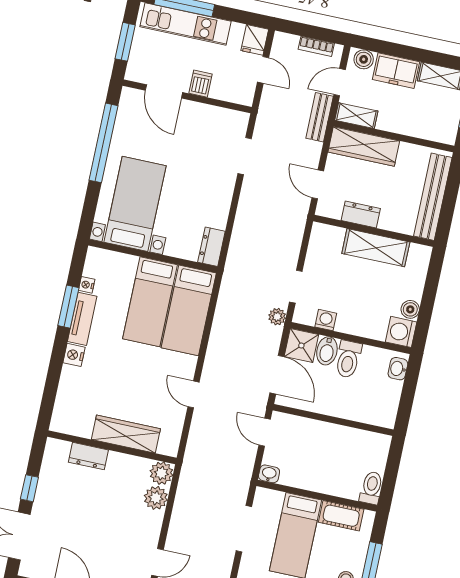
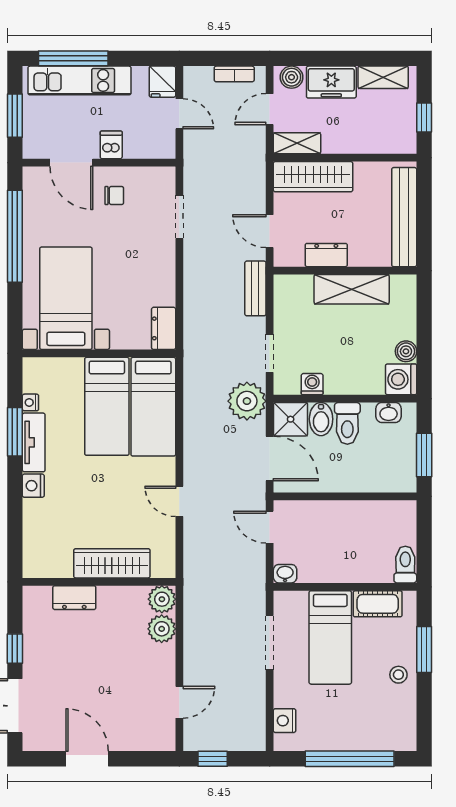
bench: (320, 117) -> (255, 288), moved
chair: (194, 127) -> (114, 196), added
plant: (277, 317) -> (247, 401), width x1.88, depth x1.88
washbasin: (398, 369) -> (389, 412), moved, turned -90
window: (407, 399) -> (424, 455), added

